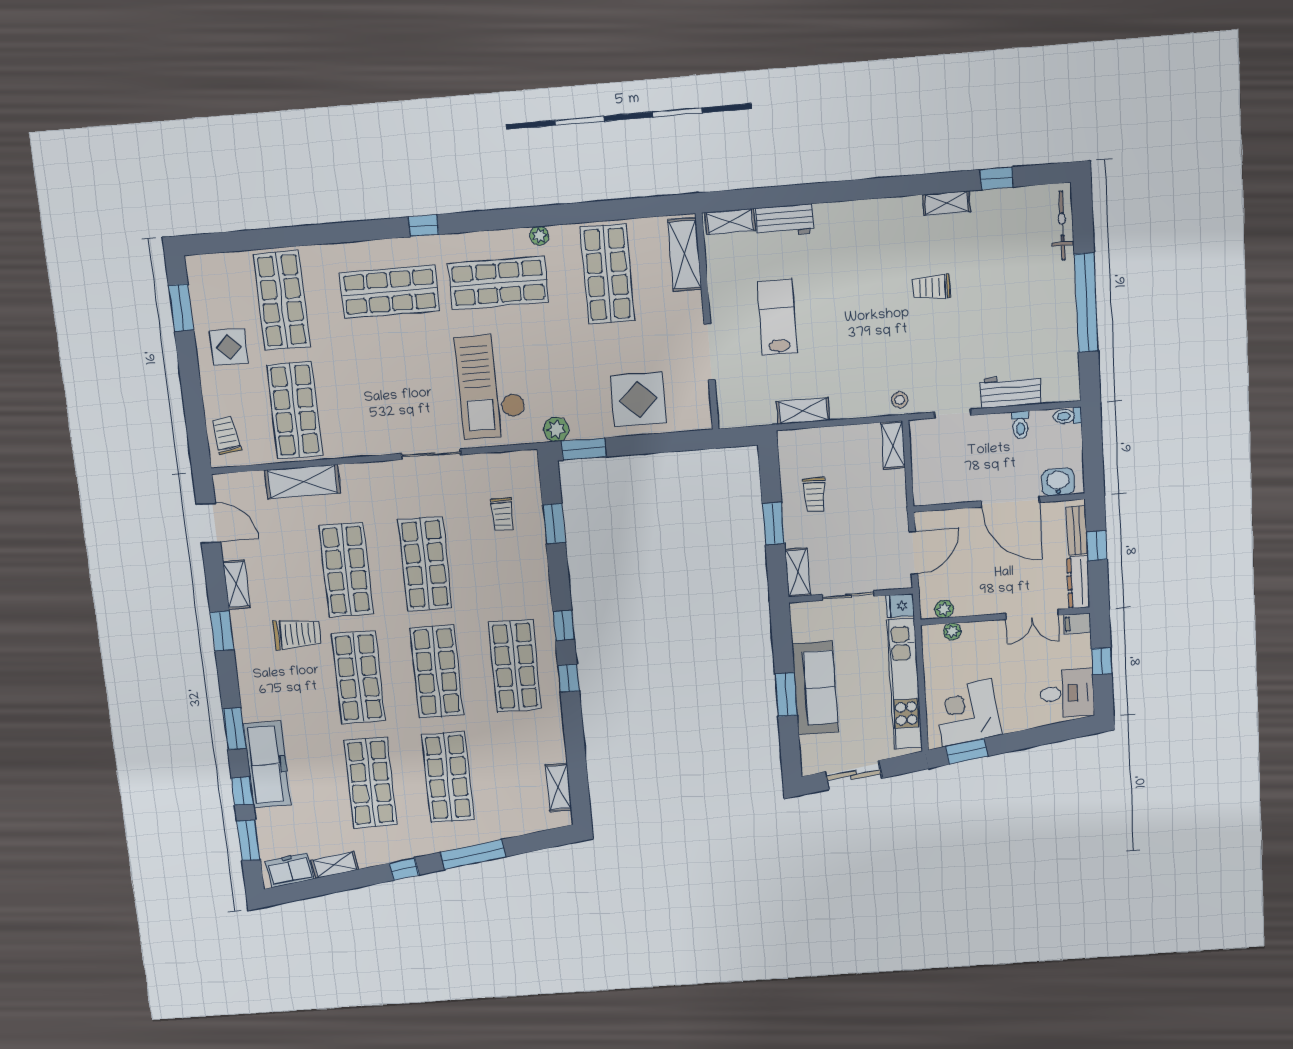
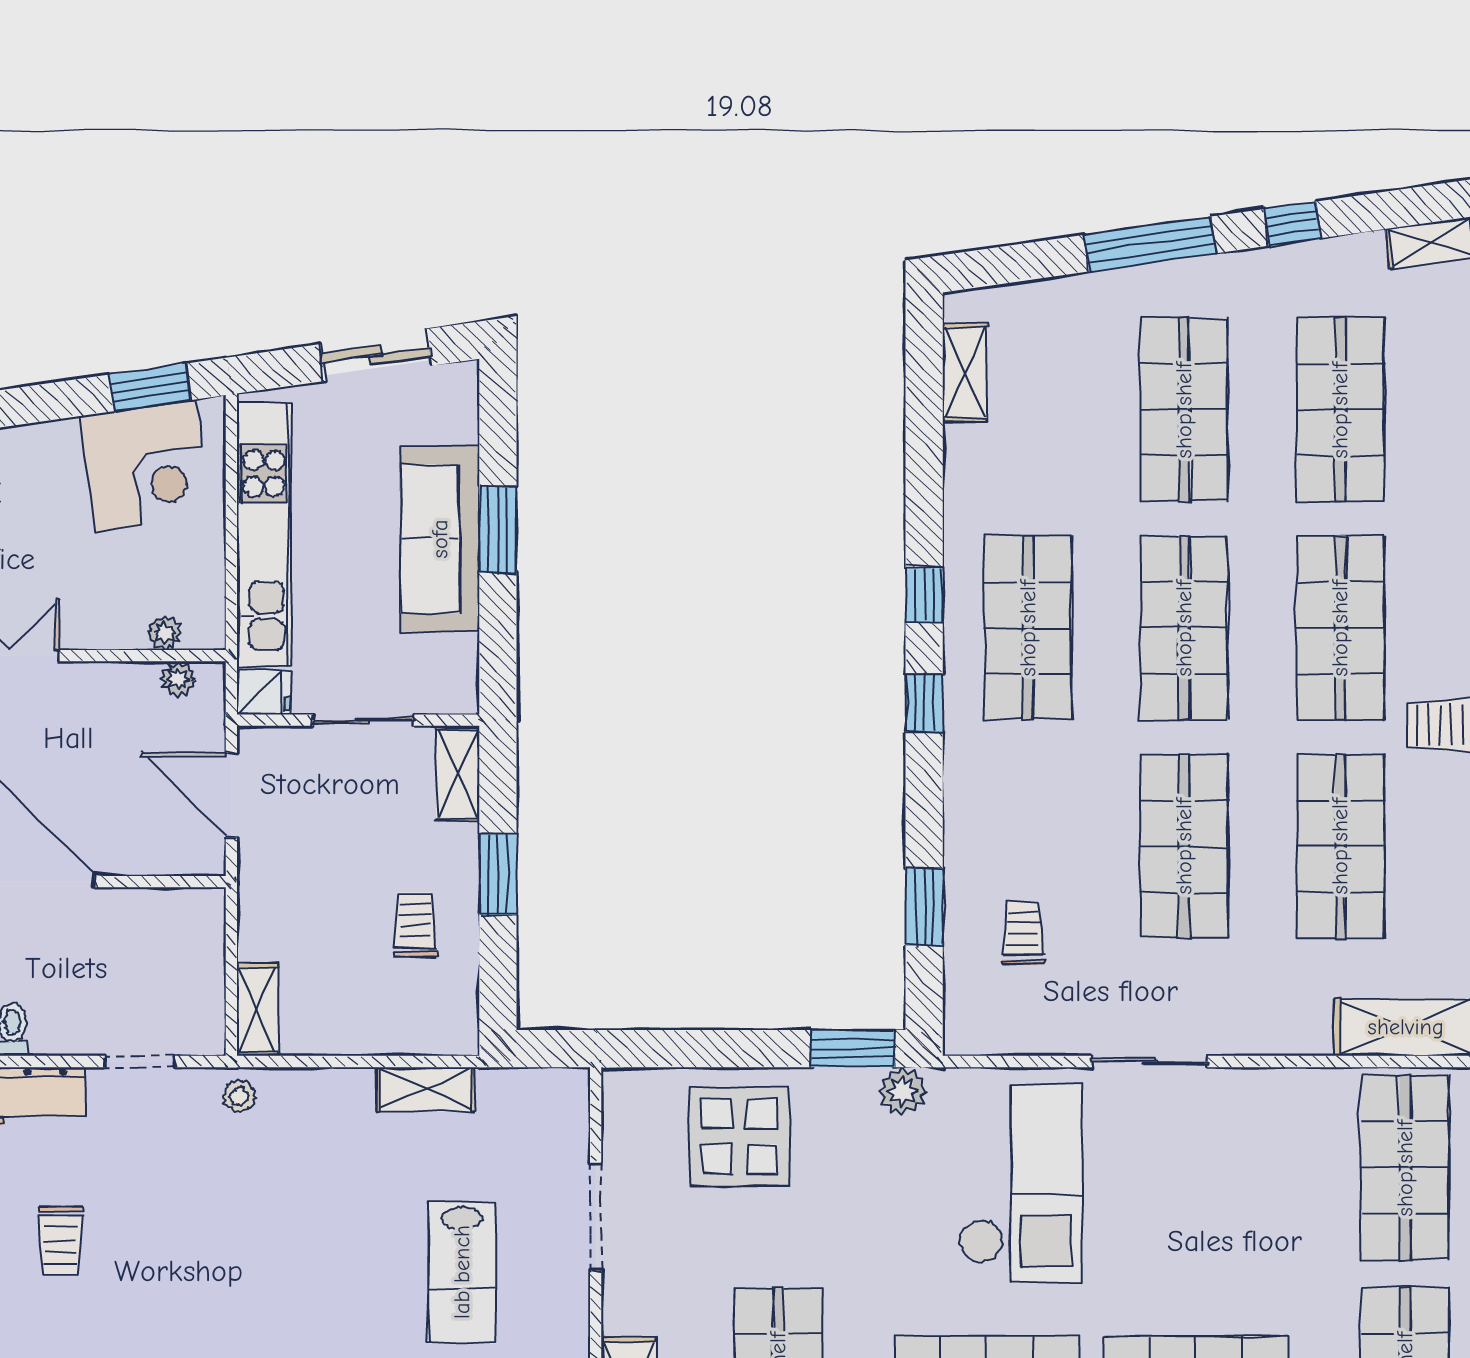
trolley: (932, 287) -> (61, 1241), moved, turned 90
door: (913, 553) -> (231, 795), hinge flipped

